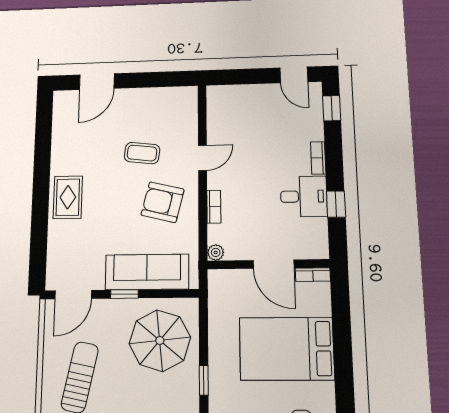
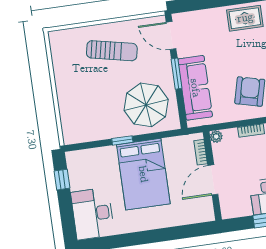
bookcase: (313, 275) -> (201, 152), moved
window: (124, 294) -> (176, 74), width x1.50
bed: (287, 349) -> (143, 174), moved, turned 180

